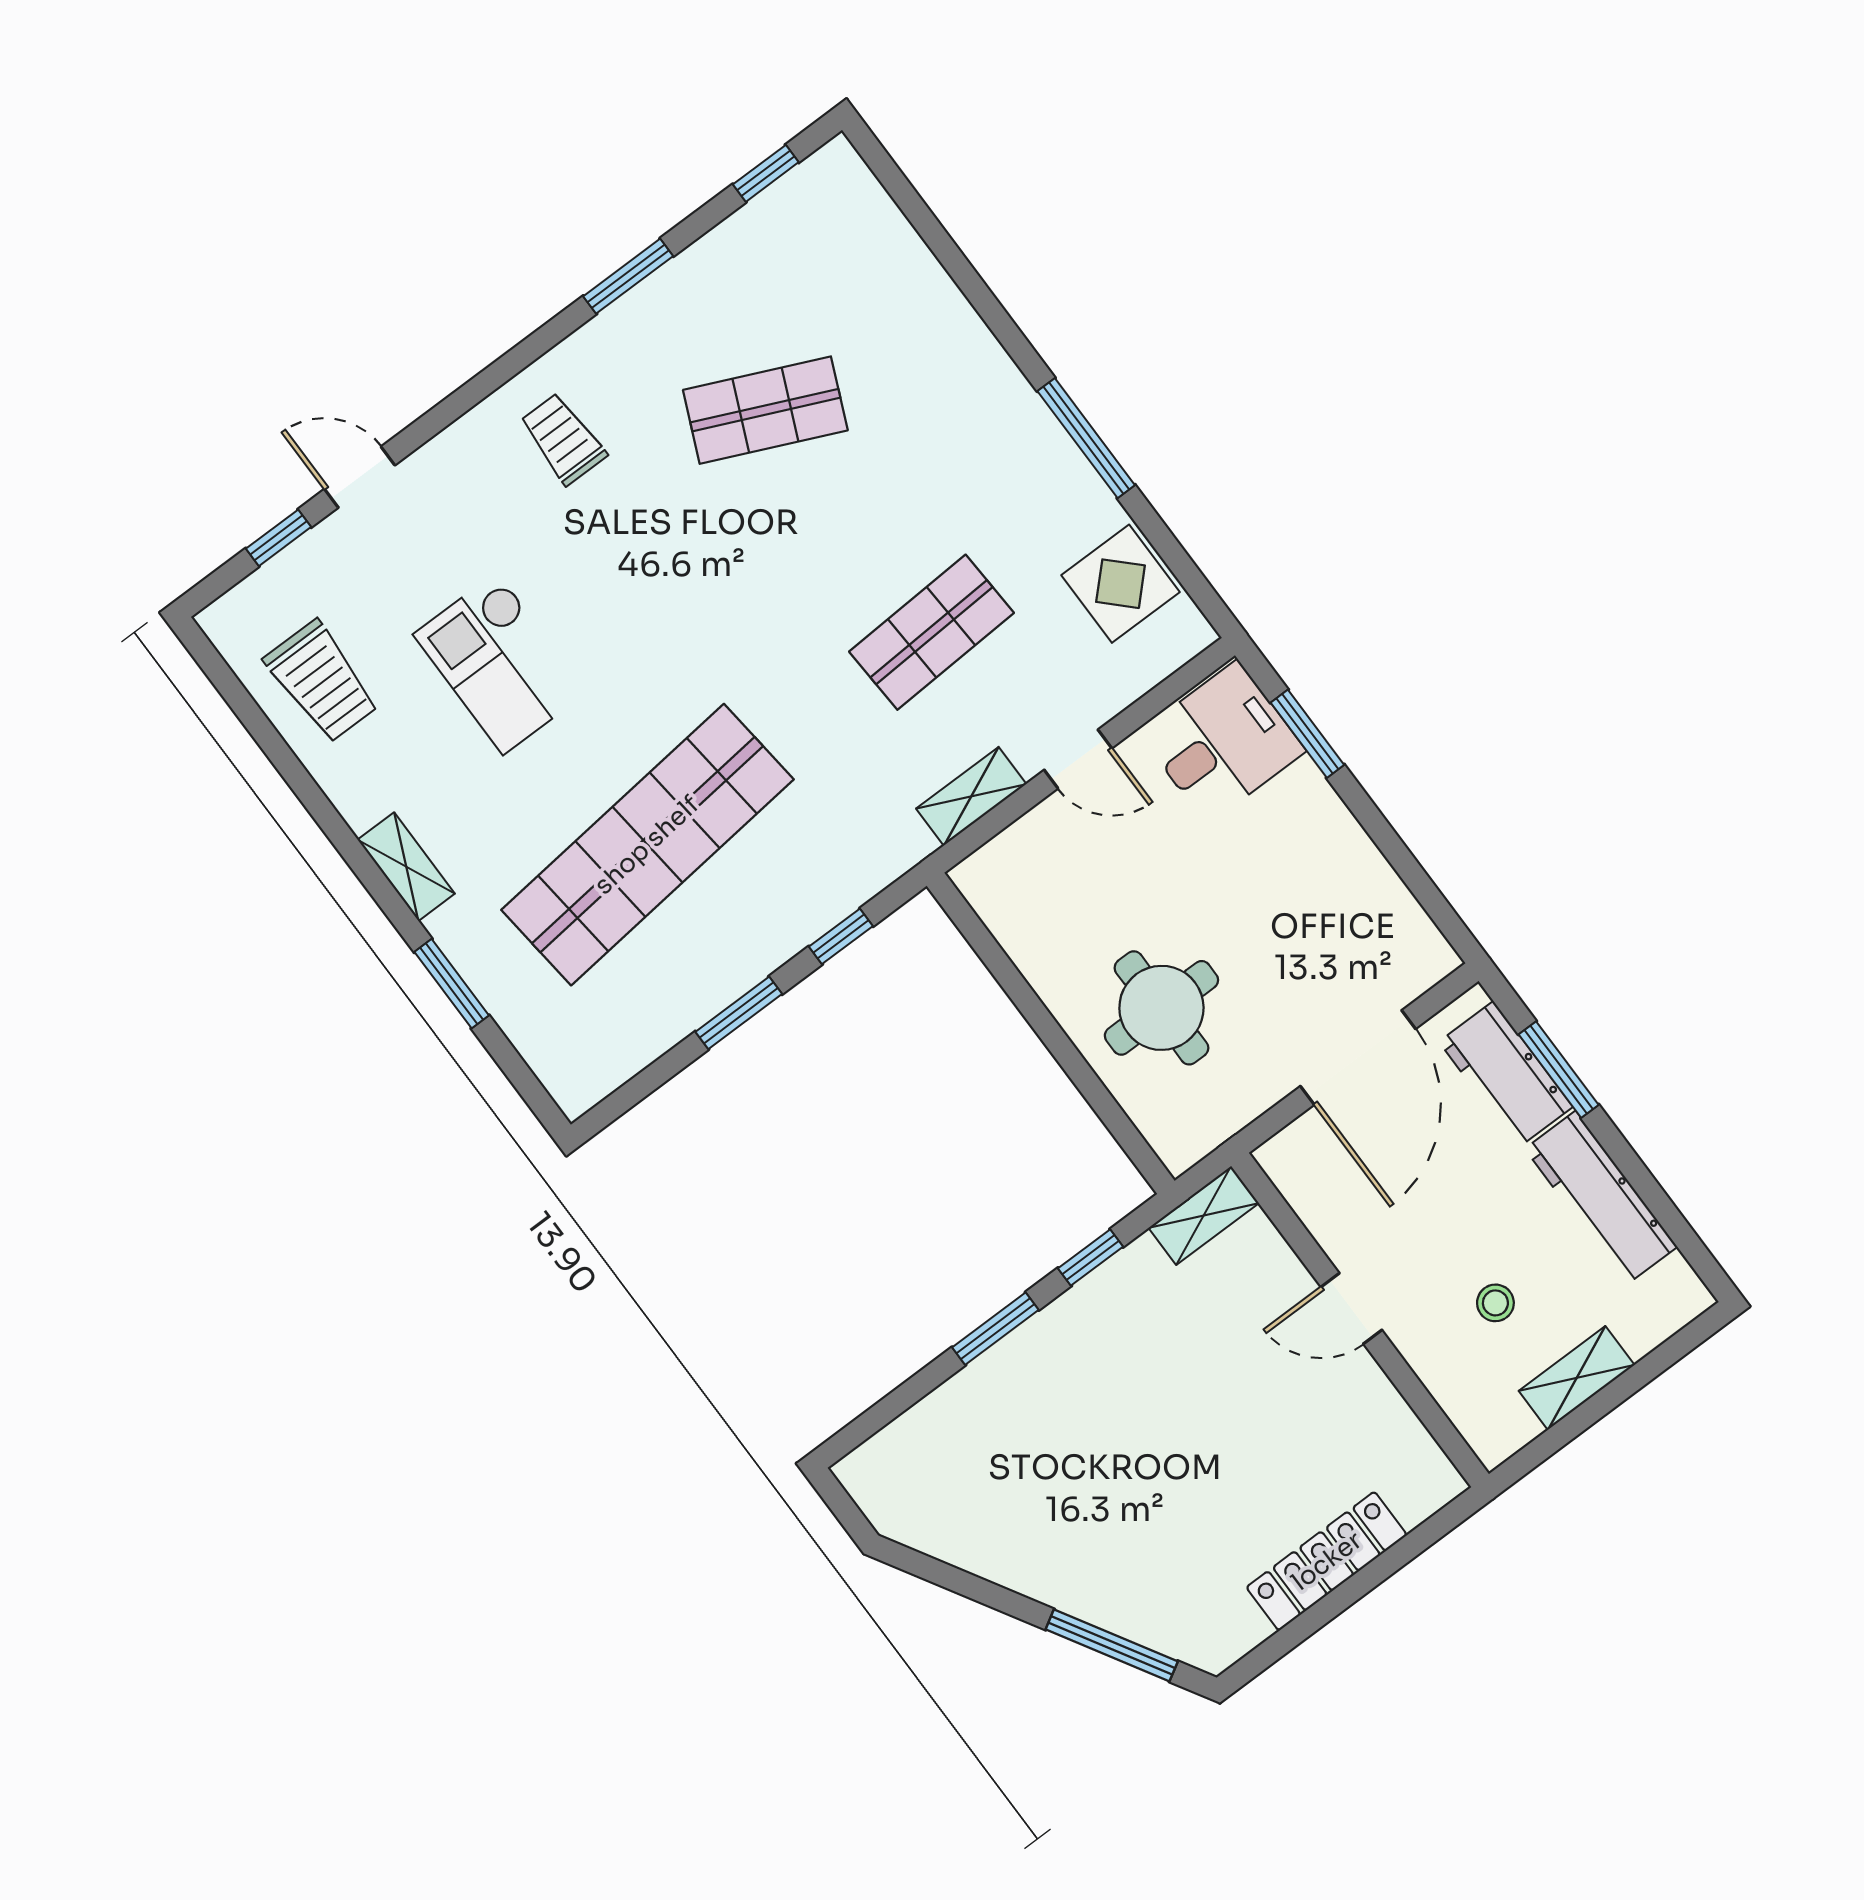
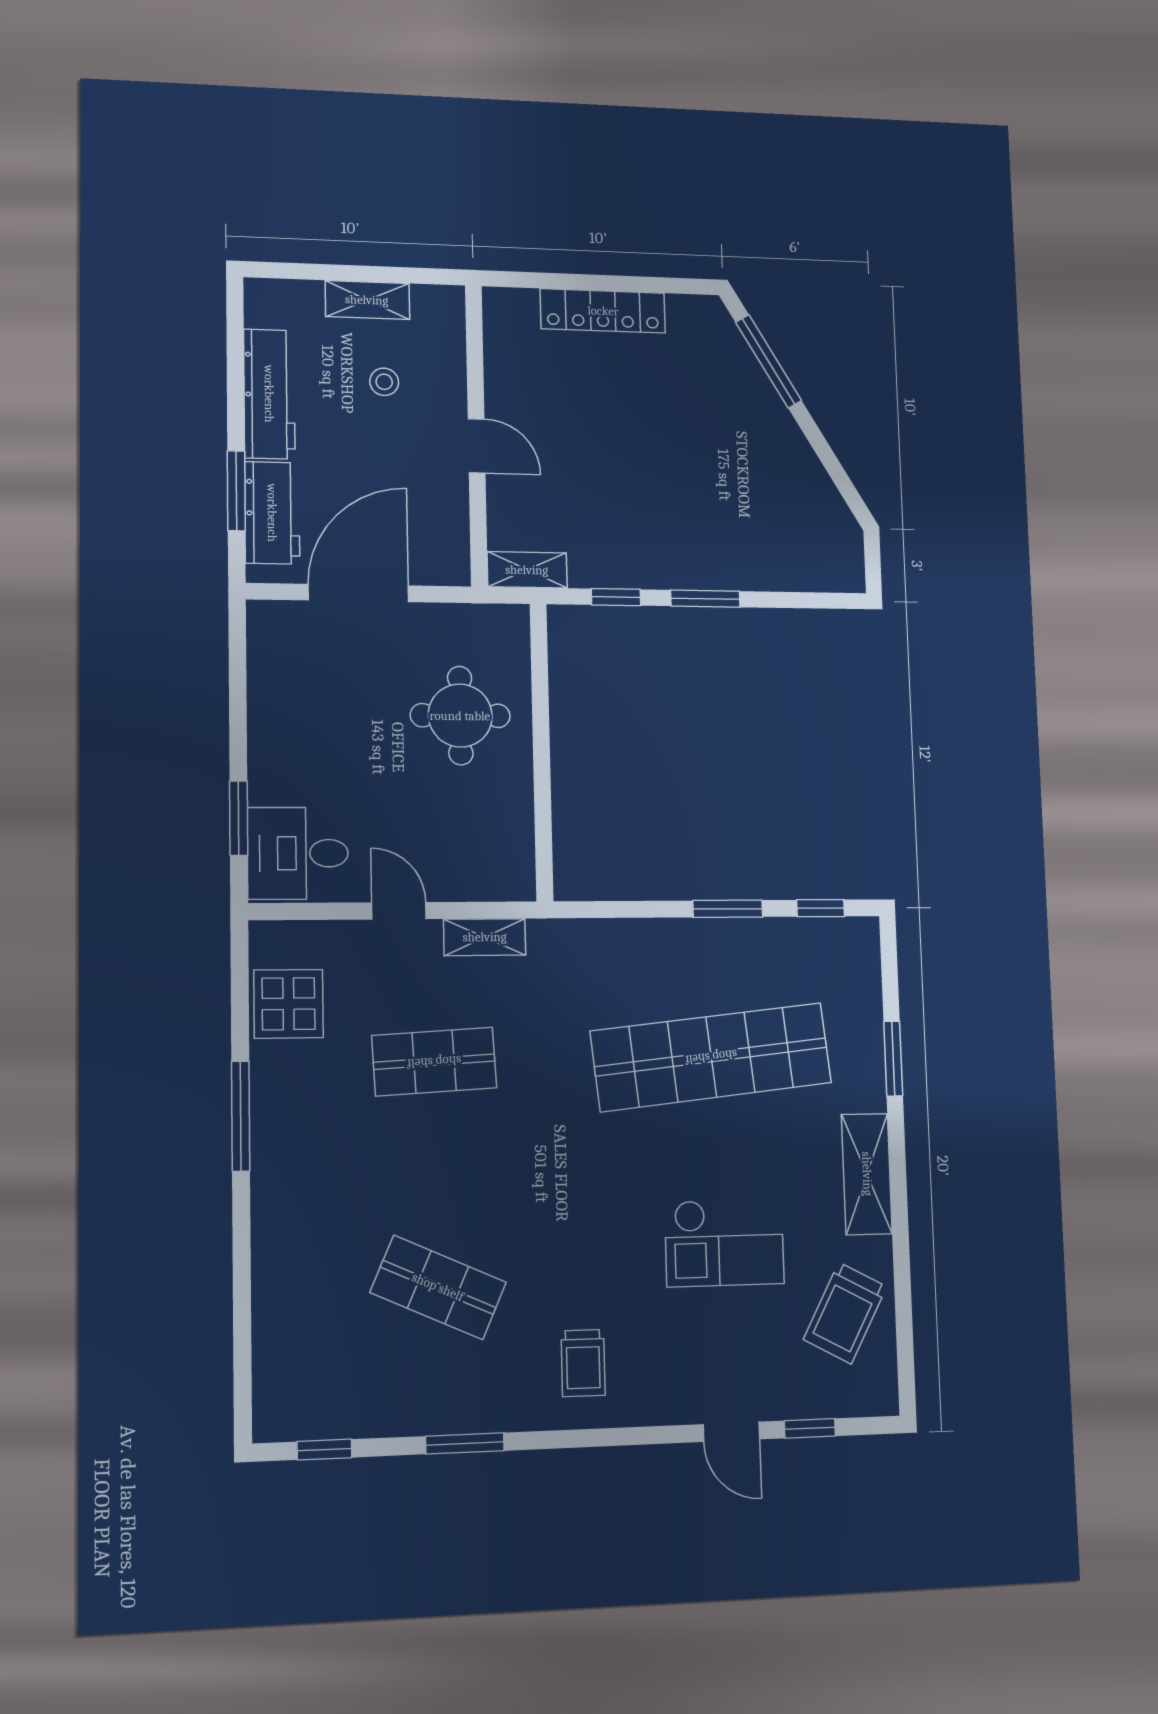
checkout: (500, 663) -> (724, 1243), turned 90
trolley: (322, 681) -> (845, 1313), turned -152
shelving: (406, 867) -> (867, 1174), width x1.50, depth x1.33
window: (841, 936) -> (821, 908), moved

